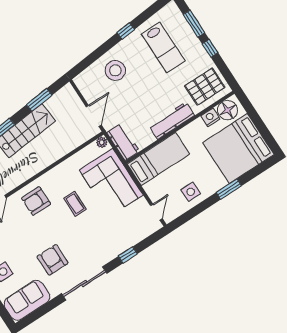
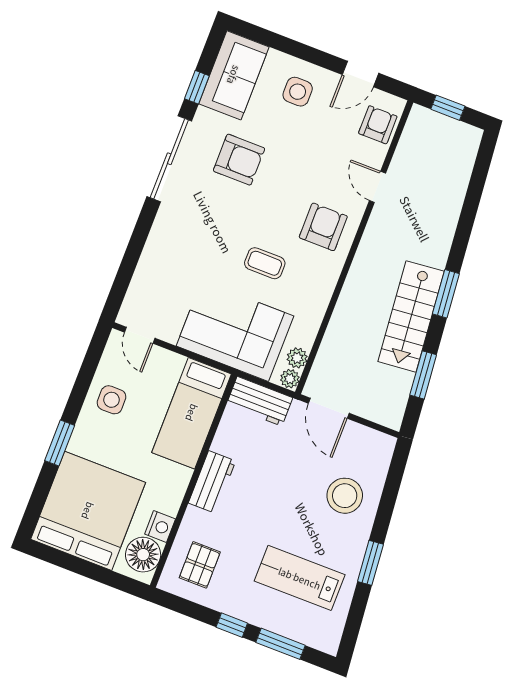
window: (126, 31) -> (370, 563), width x1.50
pallet: (205, 87) -> (200, 565), width x0.67, depth x0.71
workbench: (172, 121) -> (212, 482), width x0.73
plant: (92, 149) -> (297, 358), added
window: (128, 255) -> (197, 87), moved

